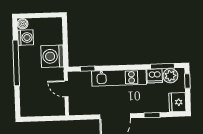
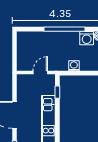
washing machine: (52, 56) -> (74, 66), width x0.53, depth x0.53

